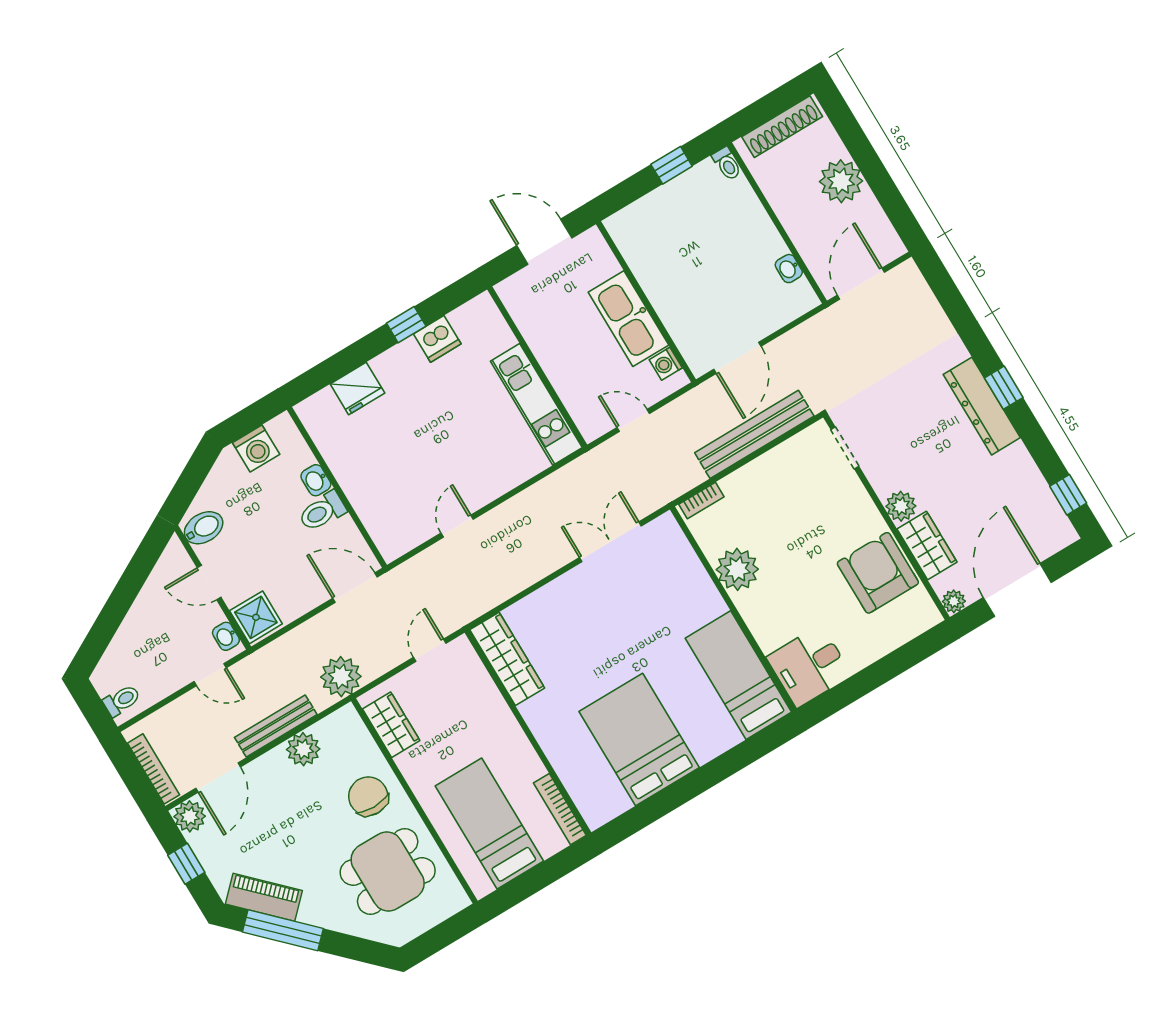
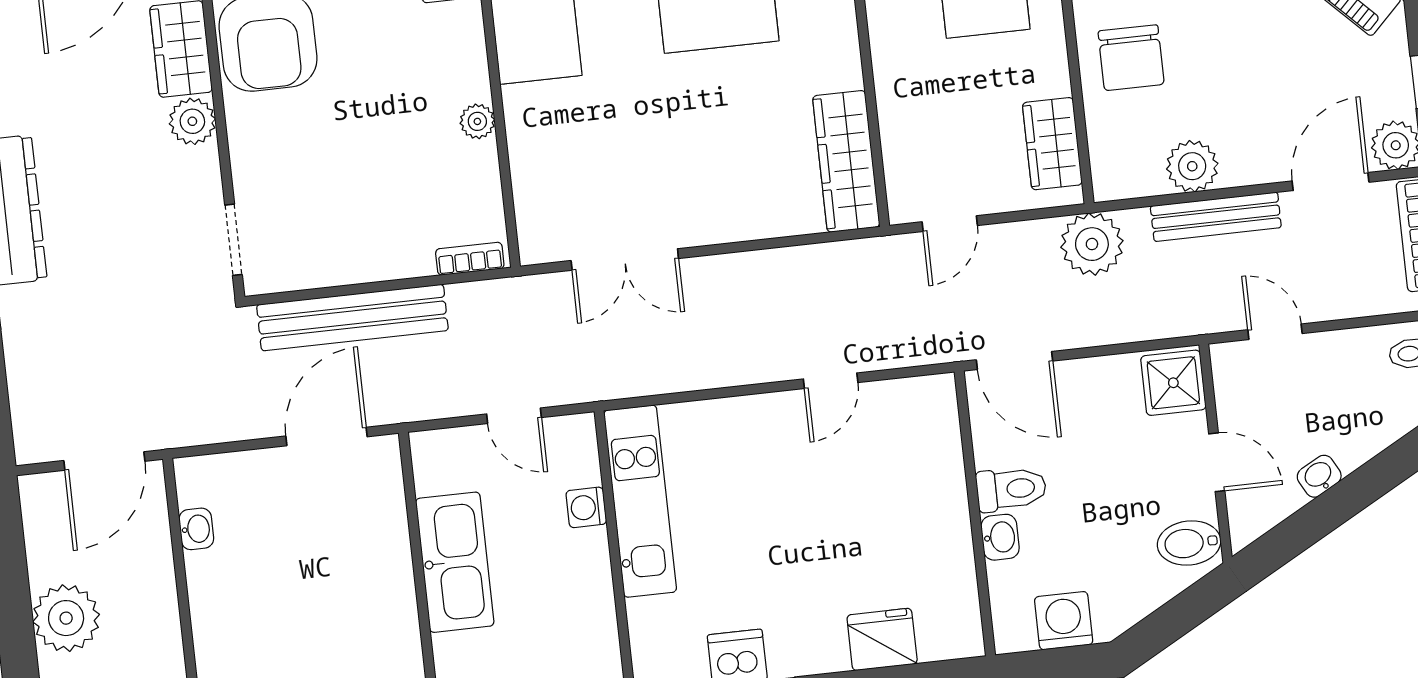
washing machine: (666, 364) -> (586, 507), moved, turned 180
plant: (737, 569) -> (477, 121), width x0.53, depth x0.53
washbasin: (226, 636) -> (1319, 476), moved, turned -119

